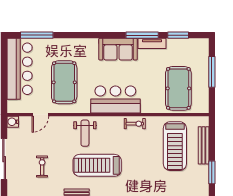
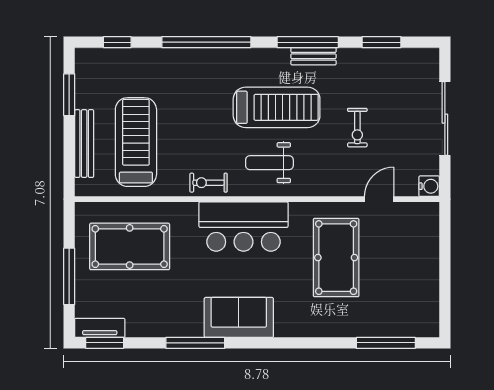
window: (178, 35) -> (105, 343), moved
tv unit: (152, 43) -> (100, 328), moved
bar counter: (20, 69) -> (417, 282), removed
pool table: (178, 88) -> (130, 246), turned 90
weight bench: (85, 133) -> (269, 163), moved, turned -90
exercise bike: (42, 166) -> (357, 128), moved

